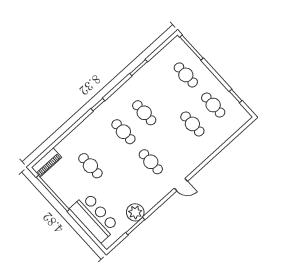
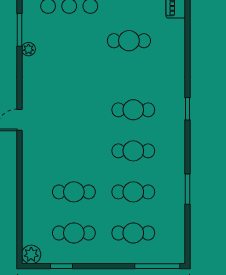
plant: (244, 117) -> (31, 254), added
cafe table: (151, 162) -> (133, 192), moved
plant: (135, 212) -> (28, 49), width x0.53, depth x0.53

